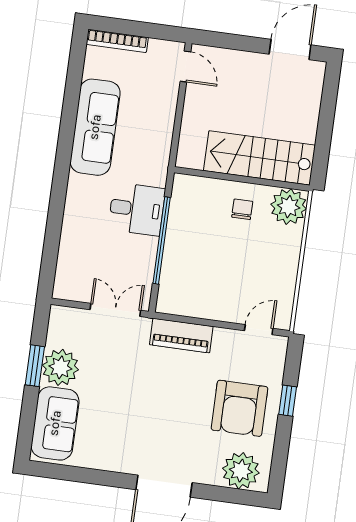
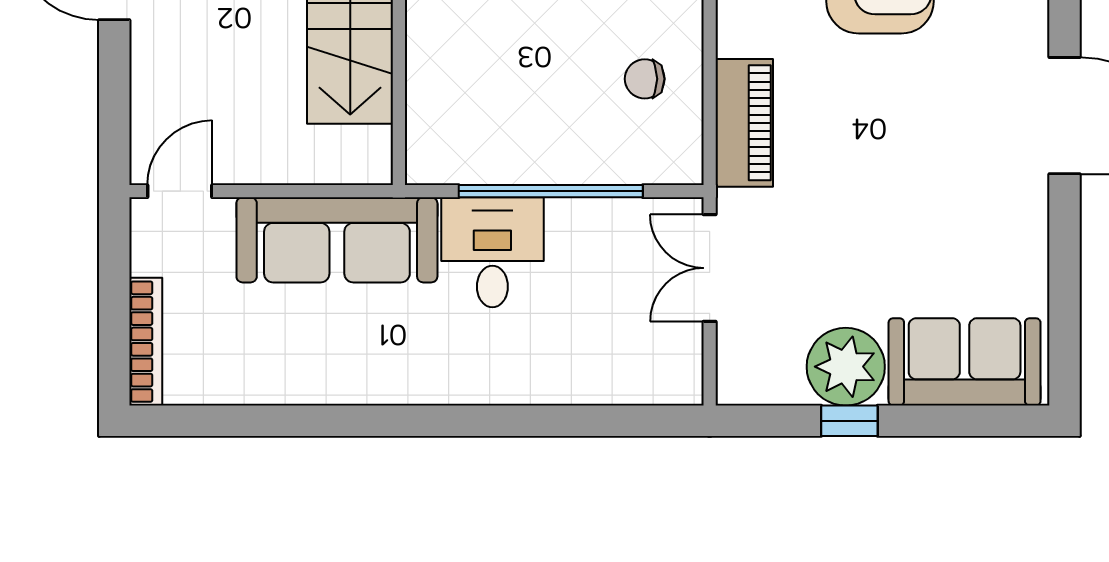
sofa: (95, 127) -> (337, 240), moved, turned 180
chair: (242, 209) -> (645, 79), moved
window: (35, 366) -> (849, 421), width x0.67

